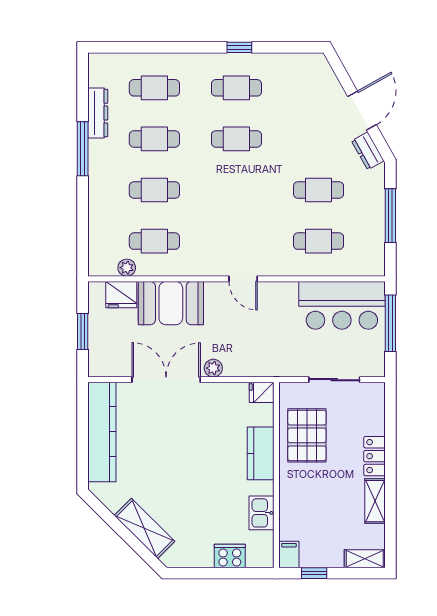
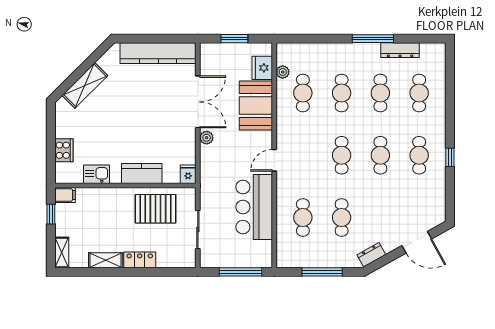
door: (362, 111) -> (417, 242), moved
cafe table: (236, 190) -> (342, 155), added
bar counter: (342, 305) -> (254, 207), moved

